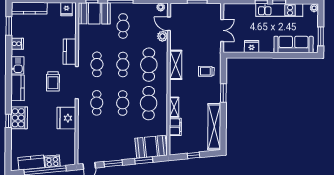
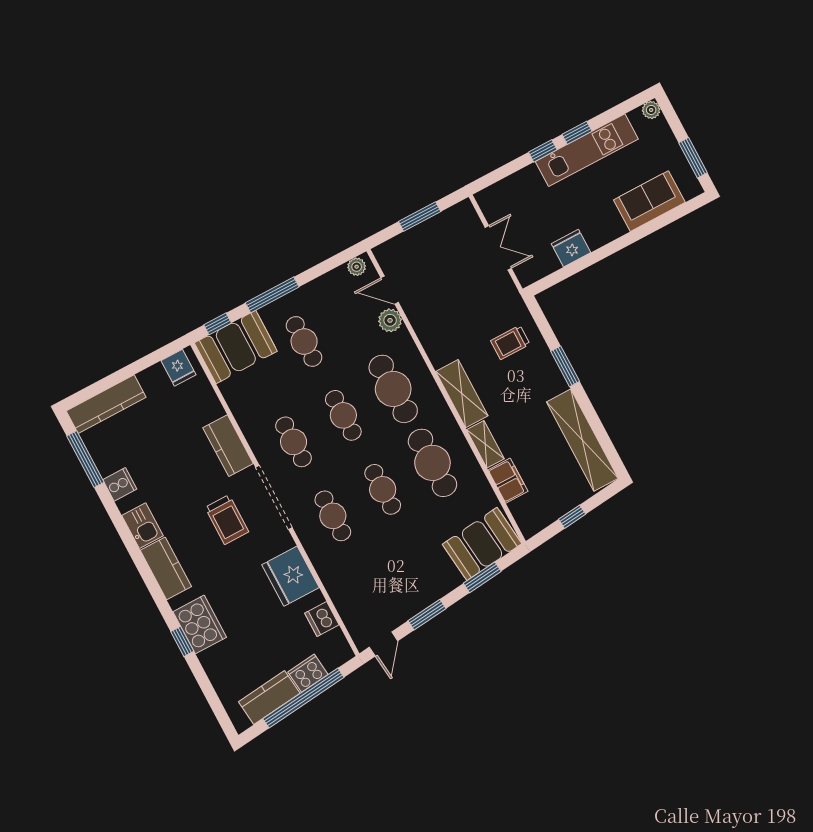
window: (9, 26) -> (85, 459), width x1.44
sofa: (294, 44) -> (649, 201), width x0.73
shelving: (176, 65) -> (462, 394), moved
dishwasher: (70, 142) -> (322, 619), added

